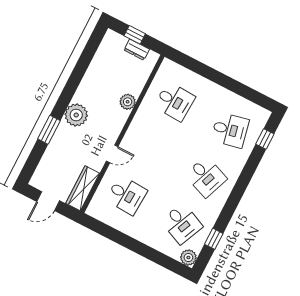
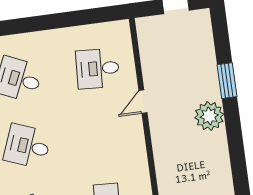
plant: (128, 102) -> (165, 168), removed
wardrobe: (83, 188) -> (149, 44), removed

